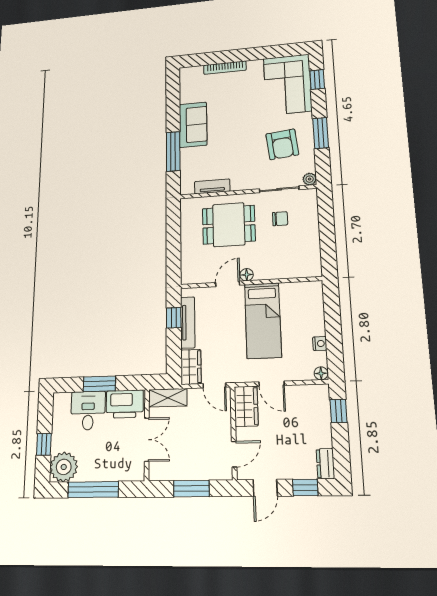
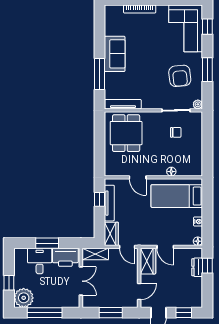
tv unit: (212, 186) -> (123, 104), width x1.41
dining table: (229, 225) -> (126, 133), moved, turned 90
floor lamp: (247, 275) -> (171, 172), moved
door: (228, 284) -> (138, 177), swing flipped
bed: (263, 320) -> (177, 196), moved, turned 90
dresser: (325, 464) -> (197, 267), moved

